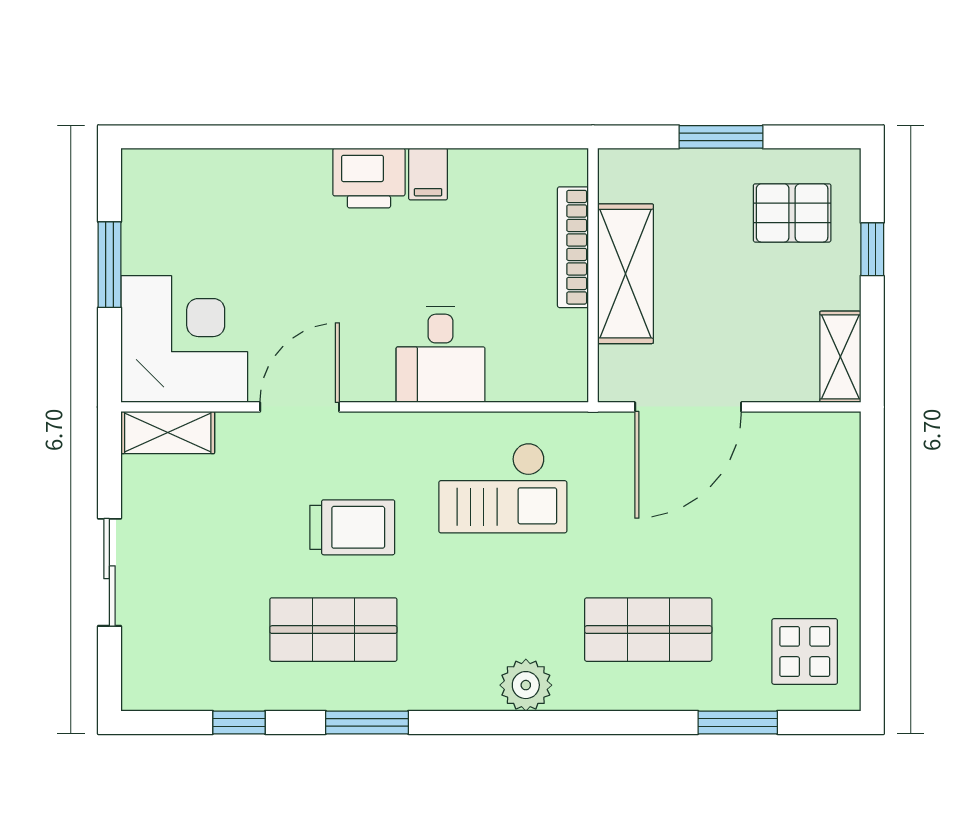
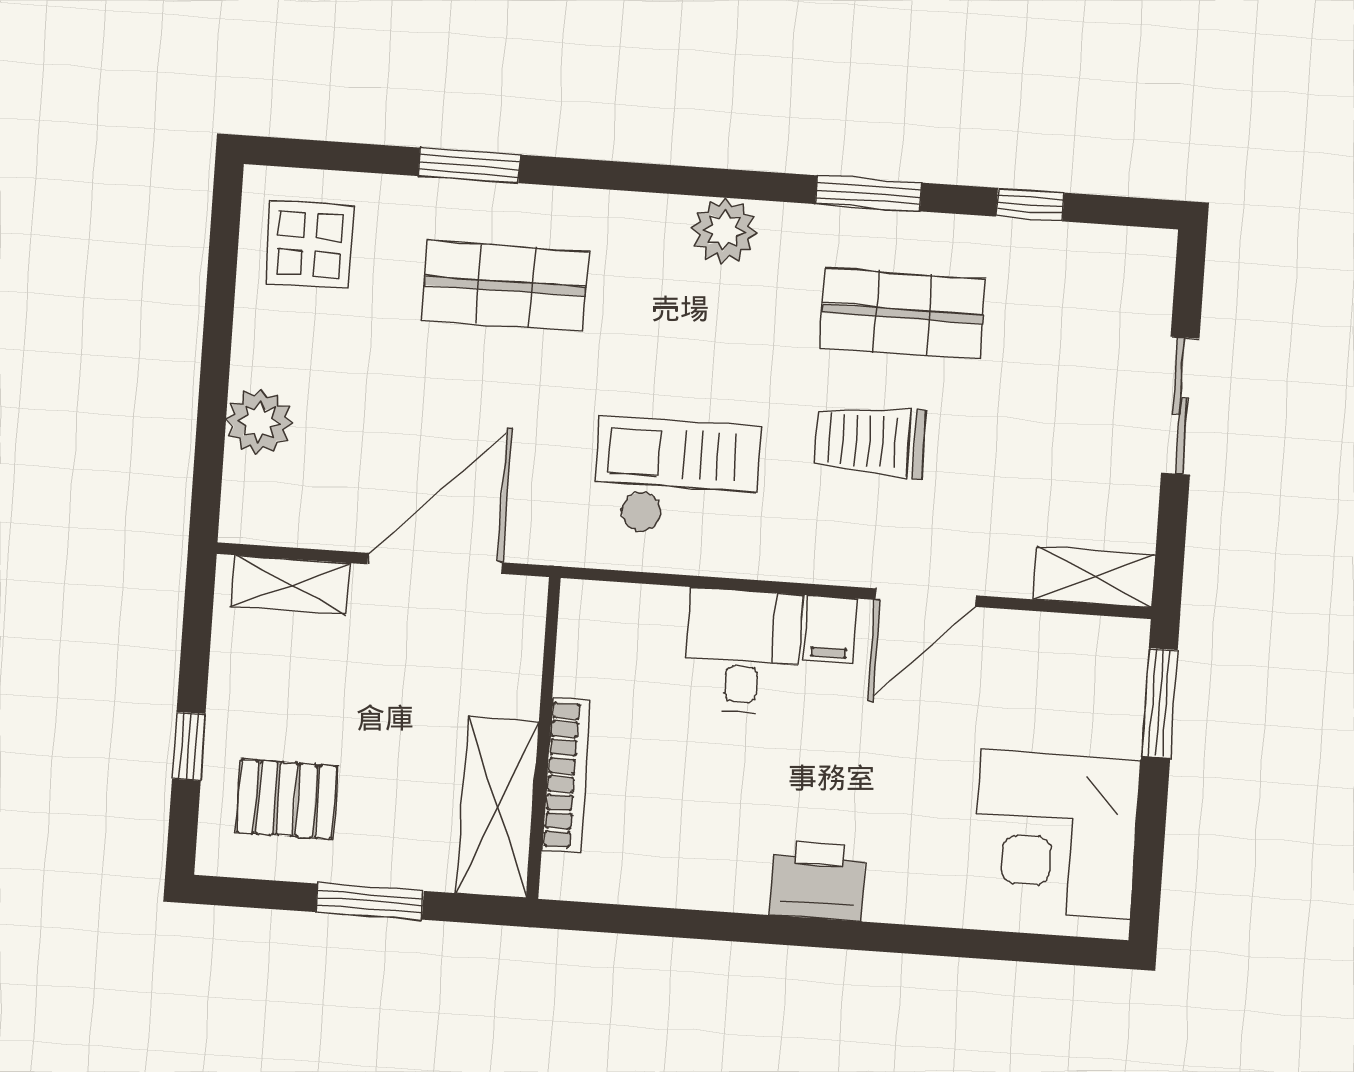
filing cabinet: (428, 174) -> (830, 630), moved, turned 180
window: (109, 265) -> (1159, 703), moved
shelving: (625, 274) -> (497, 807), moved
corner desk: (184, 339) -> (1056, 834), moved
shelving: (840, 357) -> (291, 585), moved, turned 90
plant: (835, 509) -> (259, 422), added
plant: (526, 685) -> (724, 231), moved
window: (738, 722) -> (469, 165), moved

